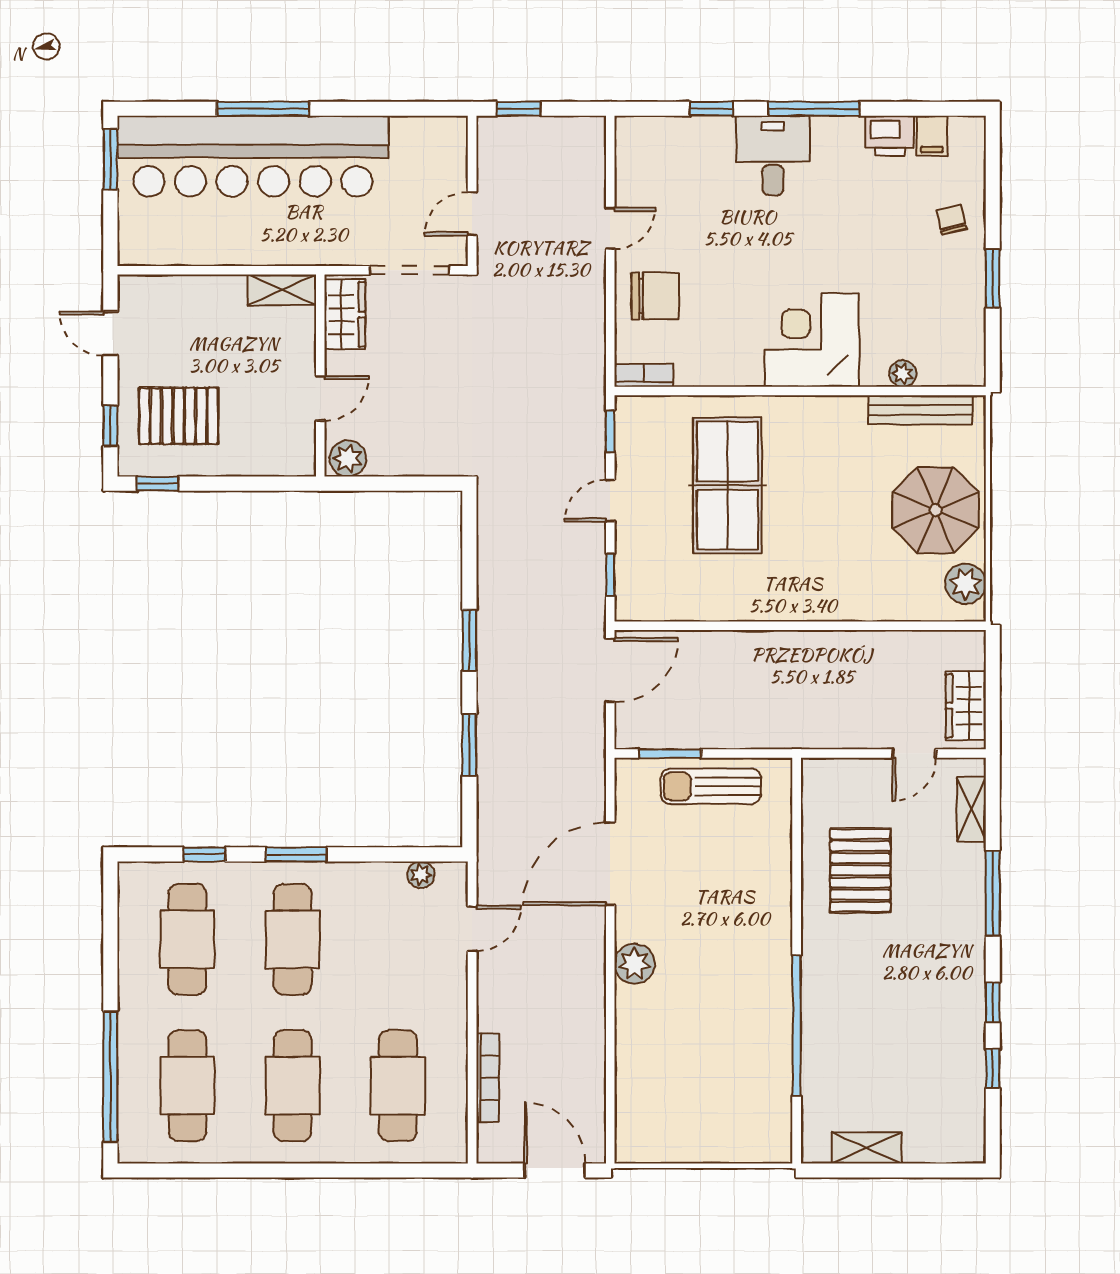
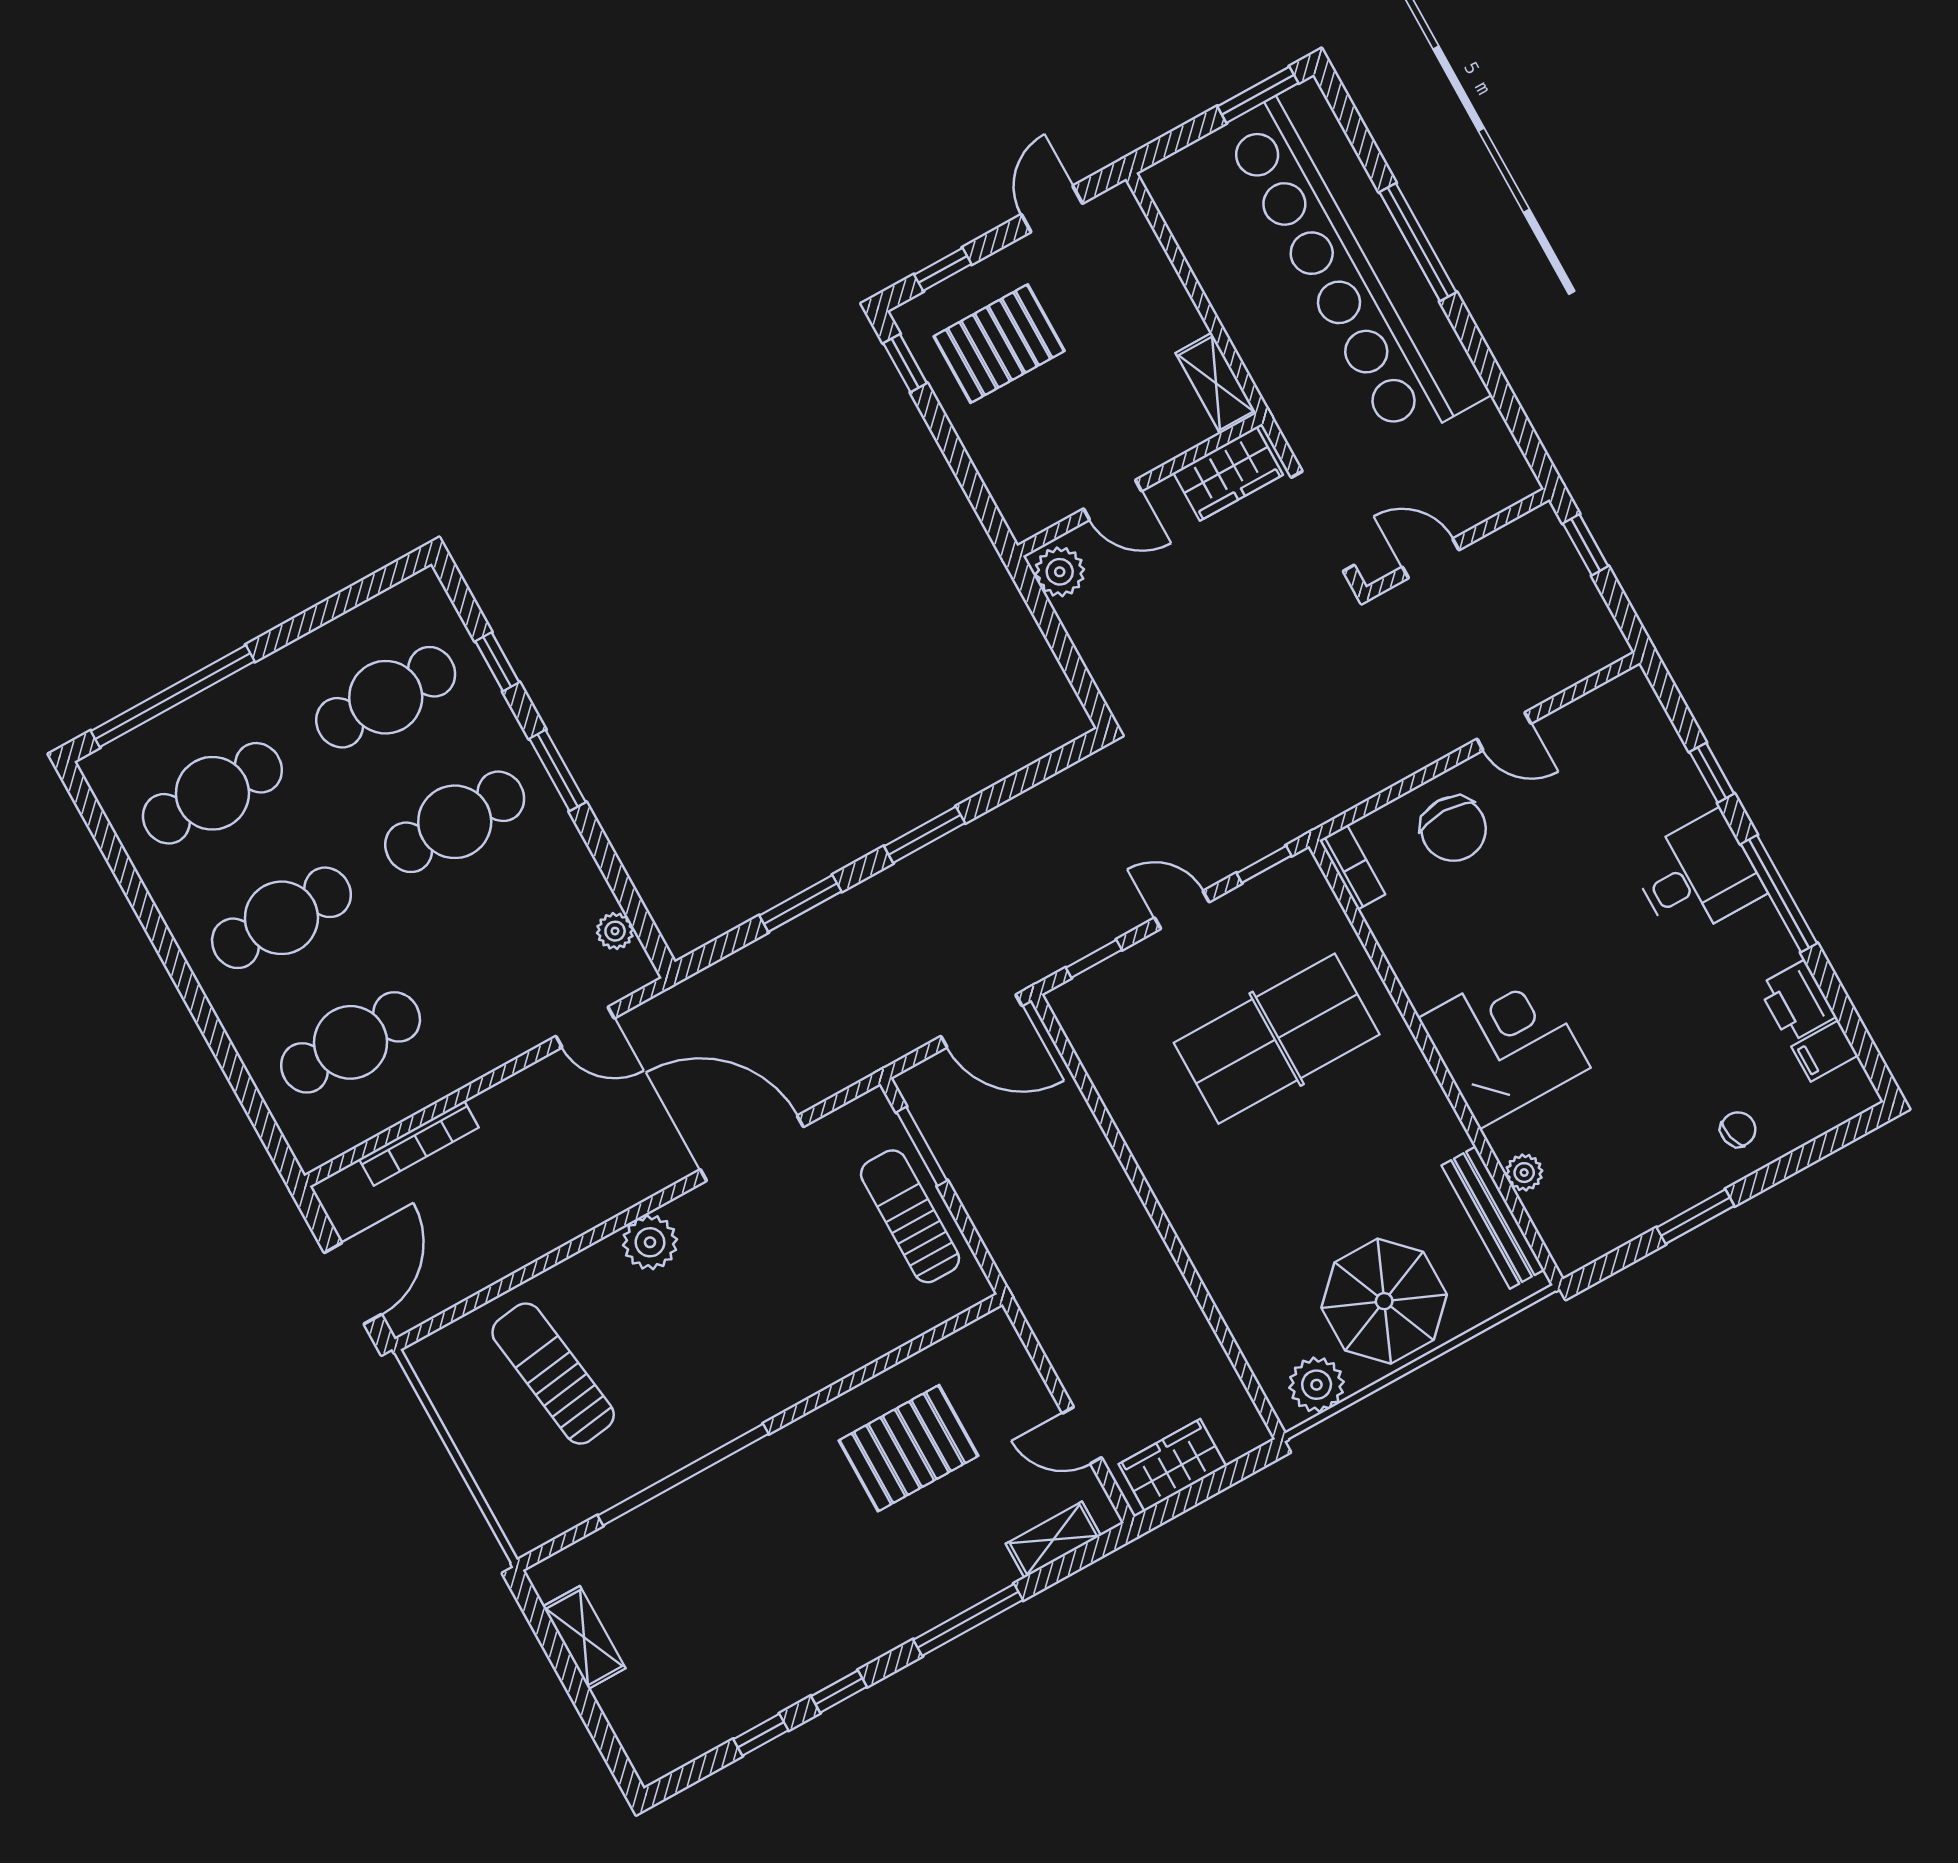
pallet: (179, 416) -> (999, 344), turned 90
sun lounger: (685, 1073) -> (553, 1374), added

